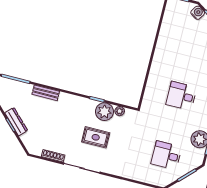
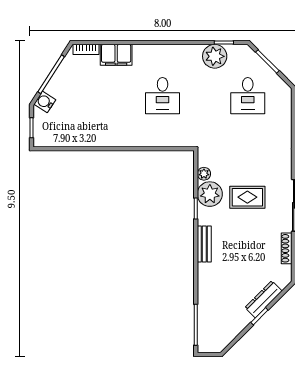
bench: (46, 93) -> (204, 244), moved
dresser: (16, 122) -> (263, 299), moved
rug: (96, 137) -> (247, 197), turned 90

